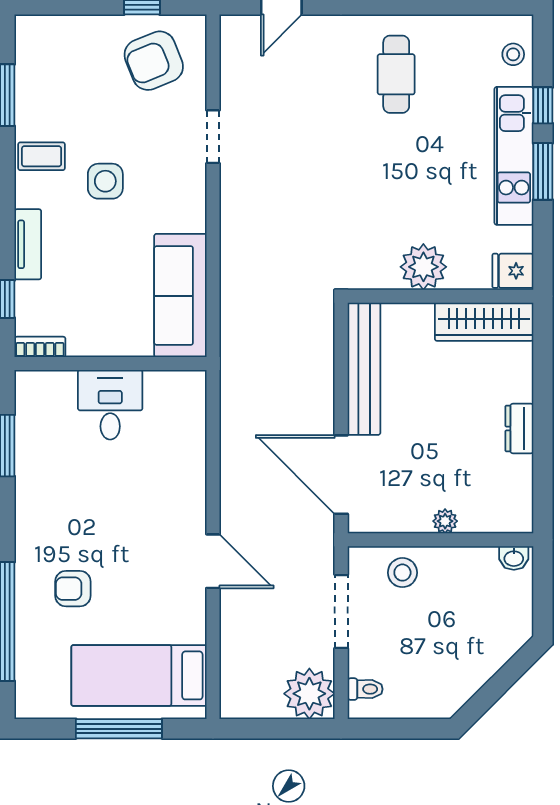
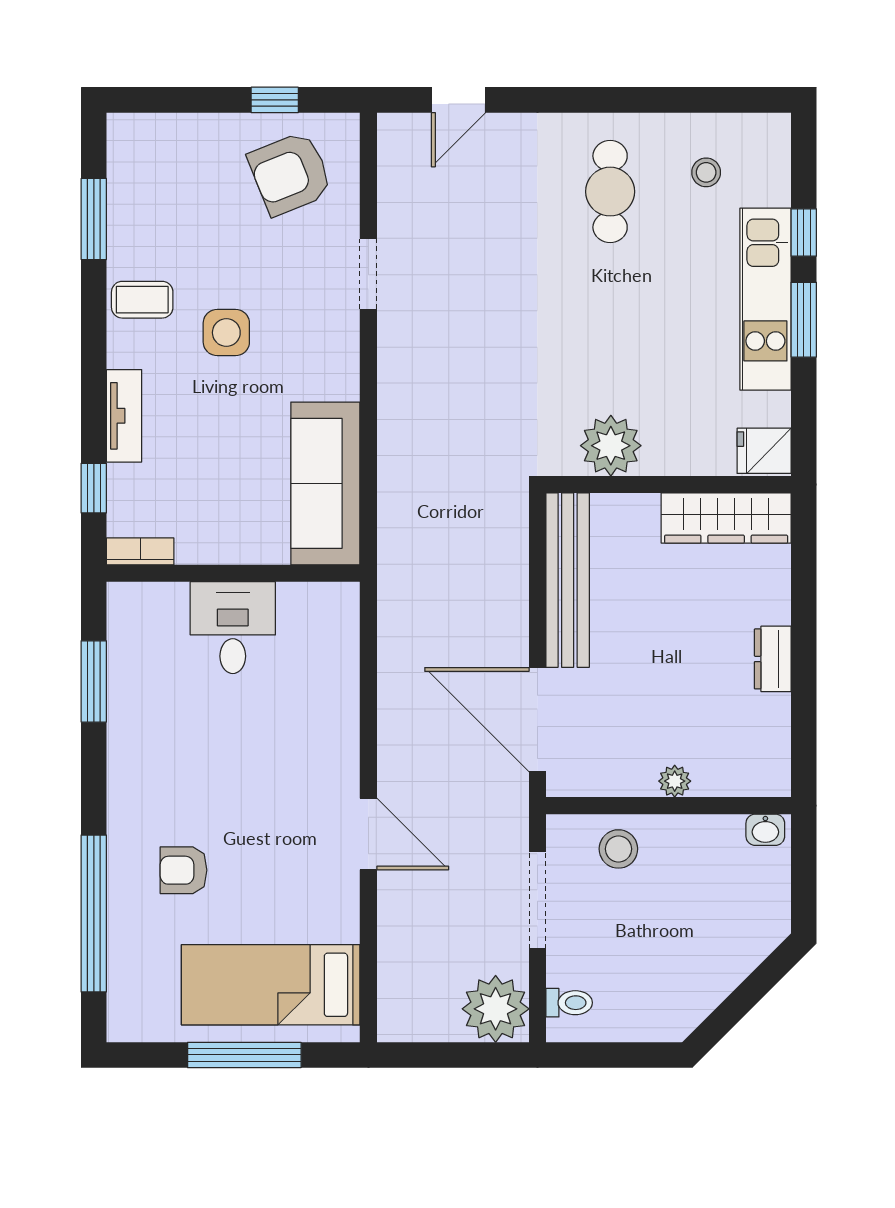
stool: (513, 54) -> (706, 172), moved
plant: (423, 267) -> (611, 446), moved

